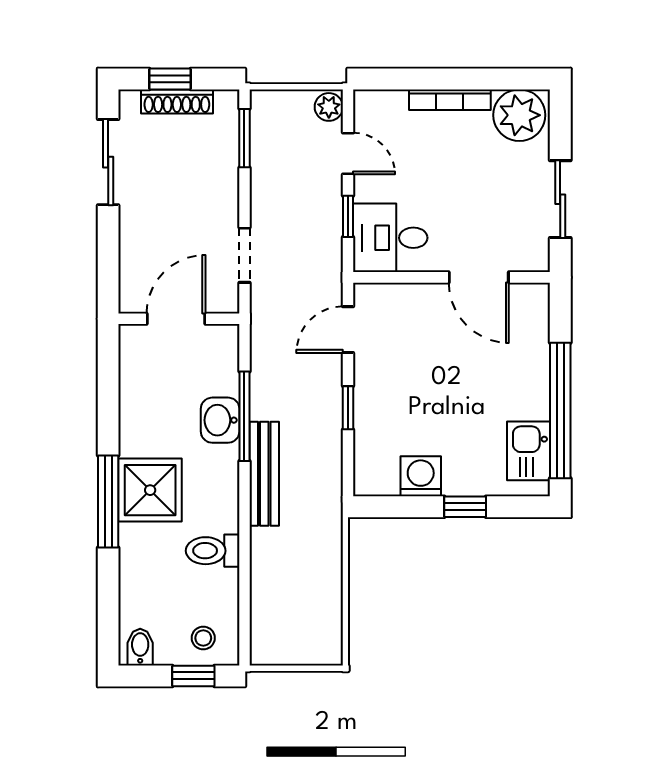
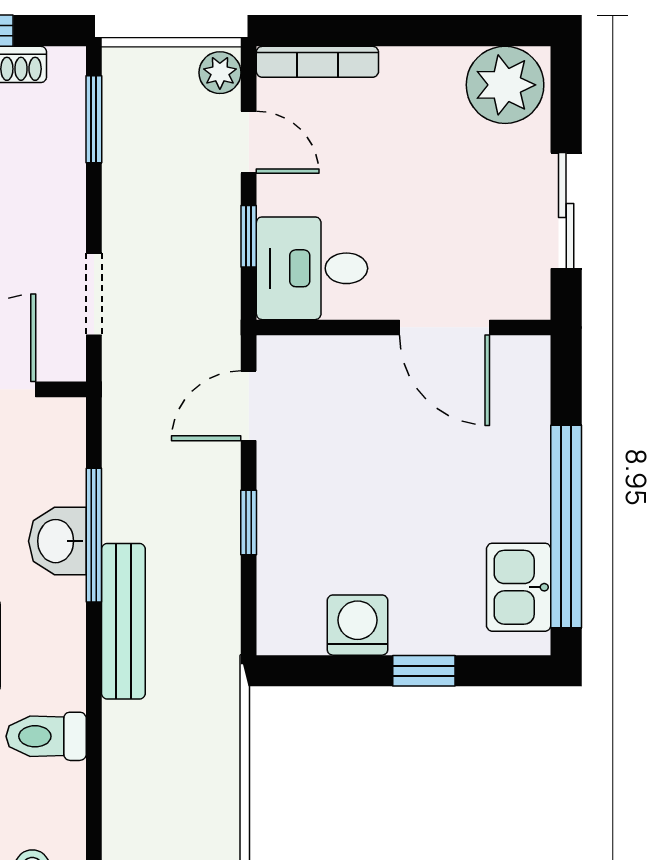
bookcase: (450, 100) -> (317, 62), moved

